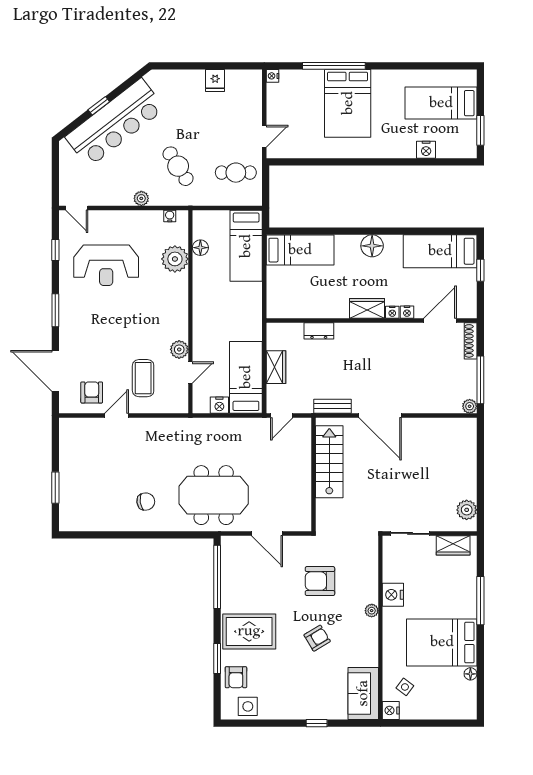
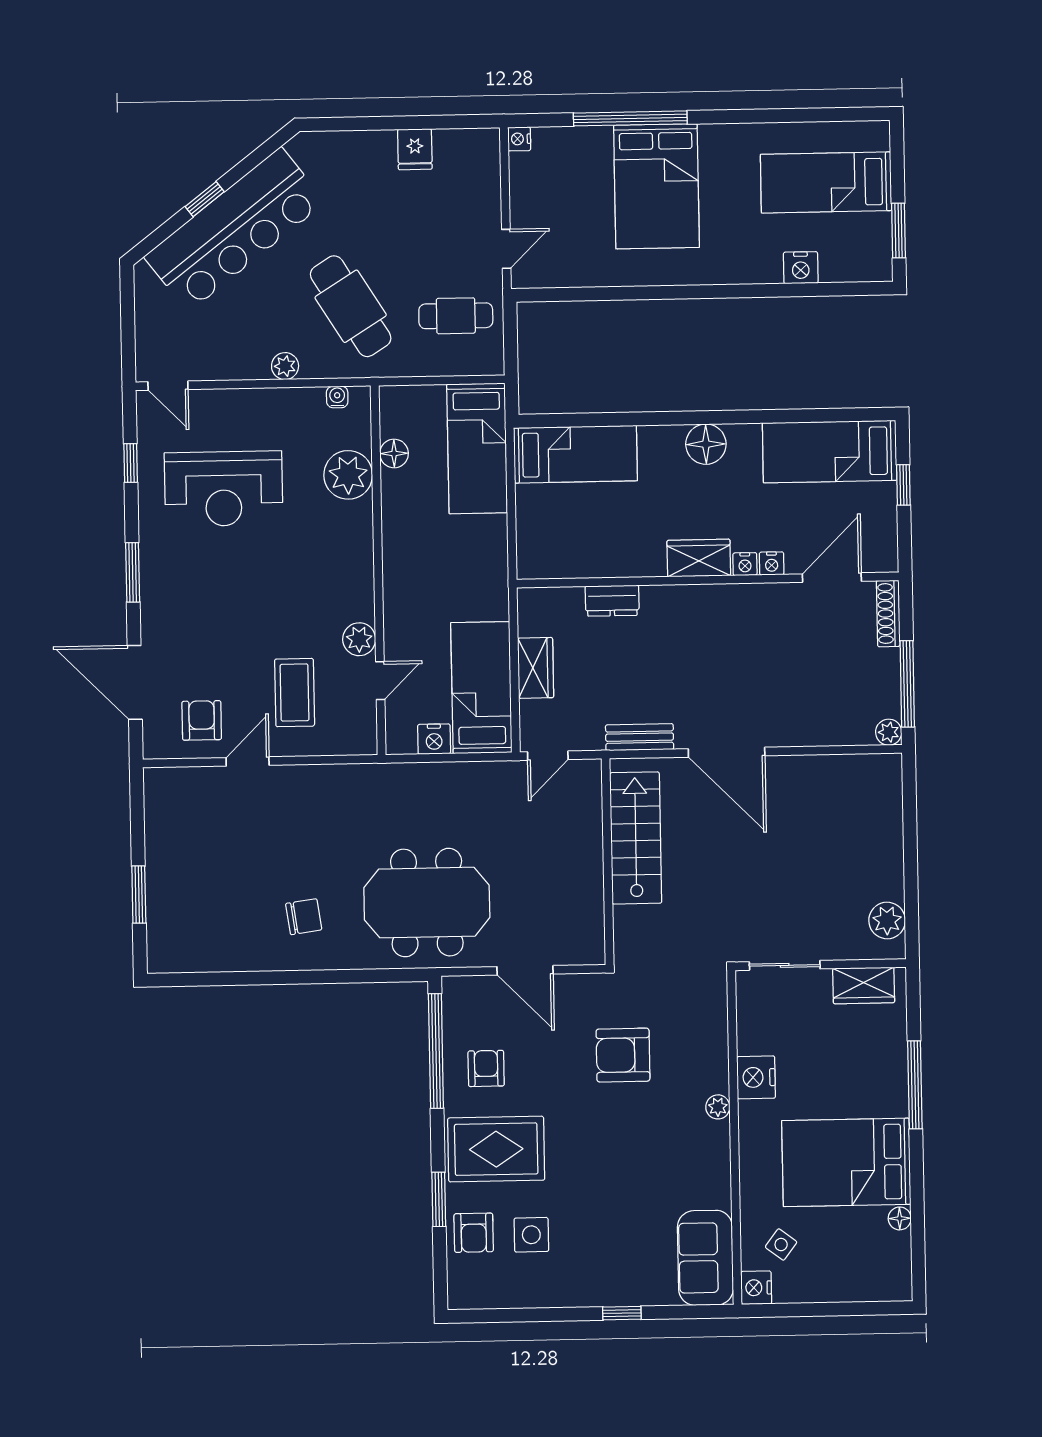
cafe table: (178, 166) -> (351, 306), width x1.37, depth x1.35
armchair: (317, 638) -> (486, 1068), moved, turned -59
side table: (248, 706) -> (531, 1235), moved

